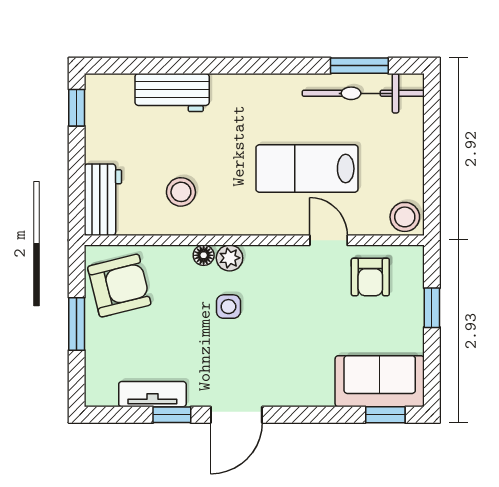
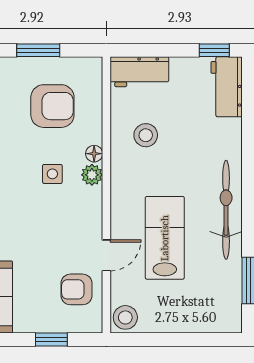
workbench: (172, 93) -> (227, 87), moved
bicycle: (363, 93) -> (226, 210), moved
armchair: (119, 286) -> (52, 106), moved, turned -76

